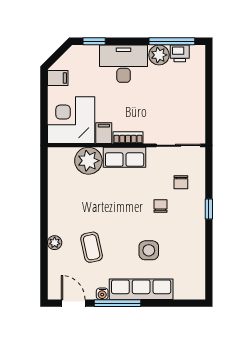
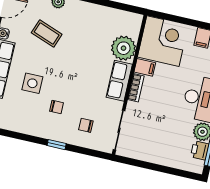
chair: (161, 206) -> (56, 107), moved
coffee table: (92, 247) -> (47, 33), turned 32

